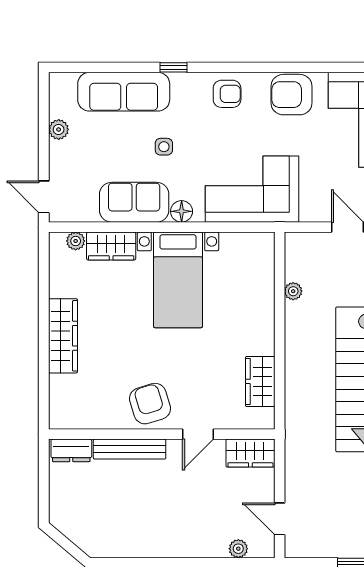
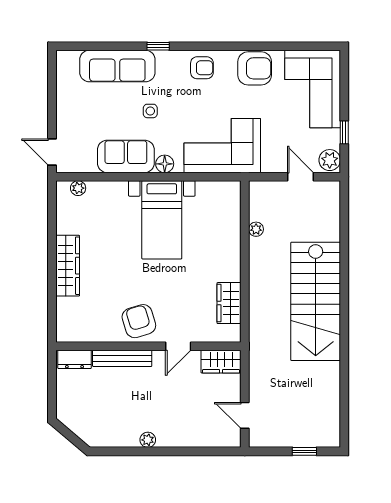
armchair: (292, 95) -> (255, 68), turned 180
plant: (59, 129) -> (64, 97), removed
wardrobe: (111, 246) -> (107, 192), removed
plant: (238, 549) -> (148, 440), moved

